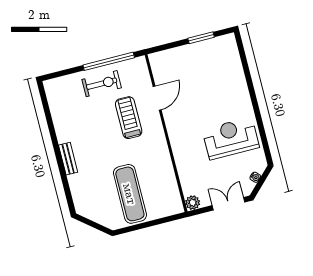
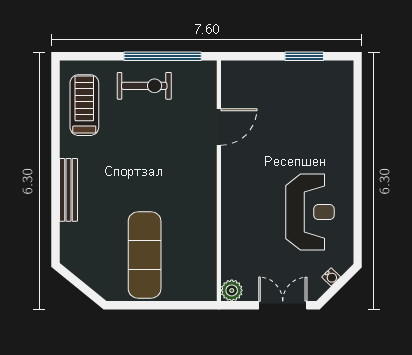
treadmill: (129, 118) -> (84, 105), moved
reception desk: (231, 138) -> (310, 212), turned 90
bench: (68, 159) -> (68, 190), width x1.36

